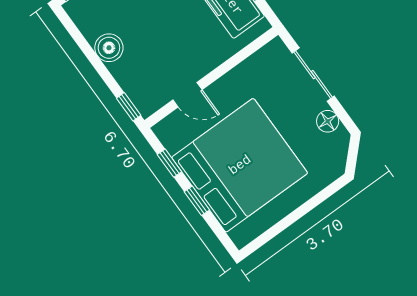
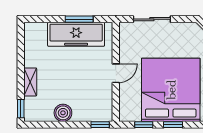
door: (187, 95) -> (116, 73), moved
floor lamp: (328, 121) -> (181, 29), removed

